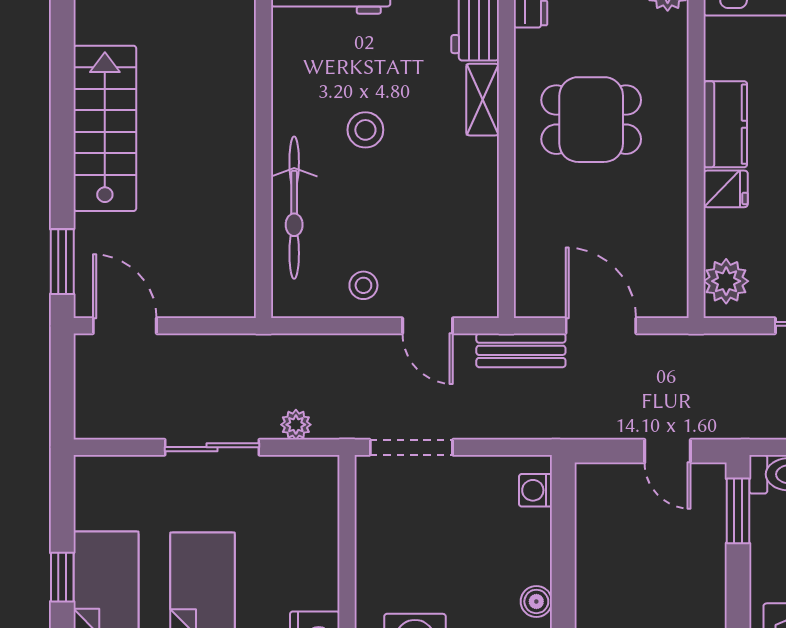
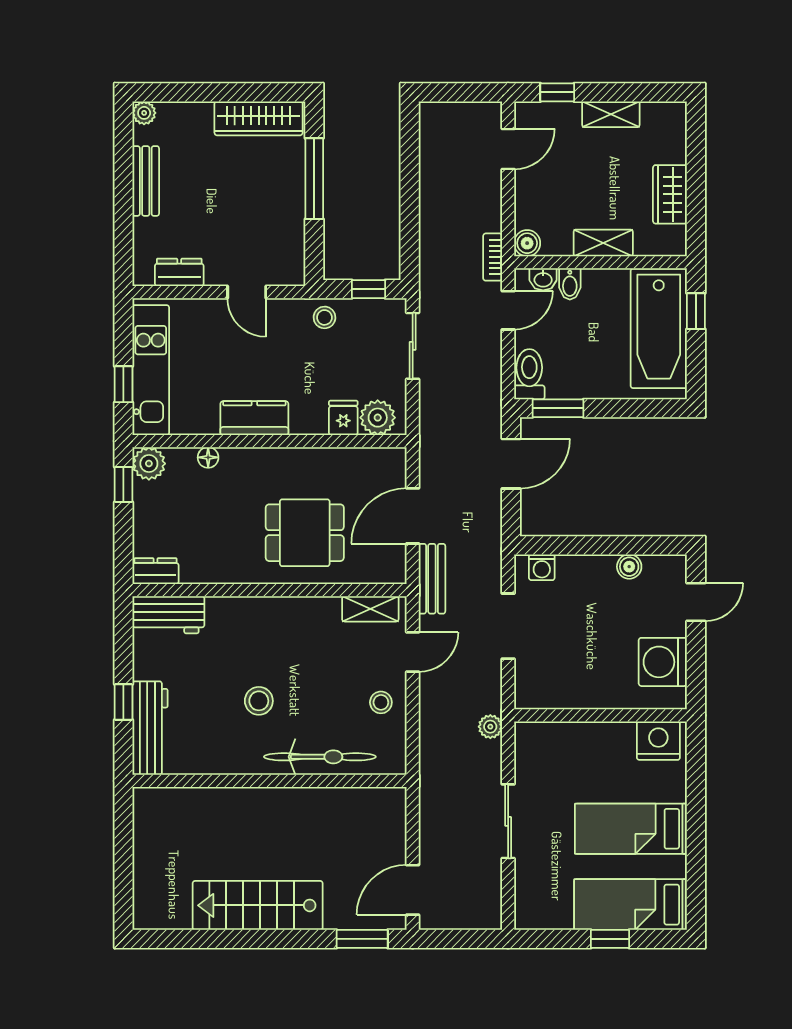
floor lamp: (675, 65) -> (208, 457), added
shelving: (483, 100) -> (370, 609), moved
dining table: (591, 120) -> (305, 533), moved, turned 90
fridge: (726, 189) -> (343, 418), moved
plant: (296, 425) -> (490, 727), moved
doorway: (411, 447) -> (508, 626), moved
door: (668, 451) -> (511, 464), width x1.38

